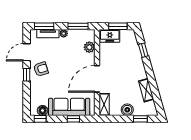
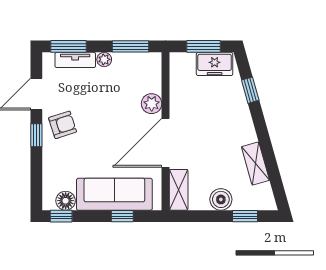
freezer: (110, 36) -> (215, 64), moved
plant: (89, 47) -> (152, 104), moved

